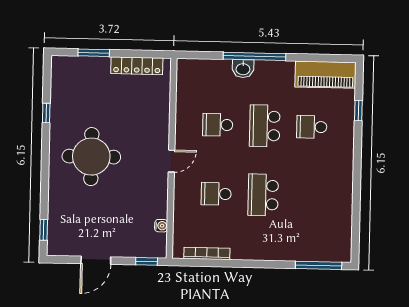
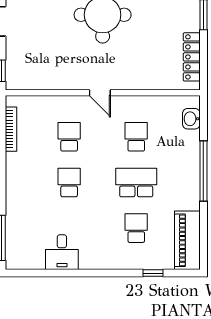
washbasin: (243, 69) -> (191, 119), moved
school desk: (263, 195) -> (69, 182), width x0.54
desk: (335, 204) -> (62, 252), added
water cooler: (161, 226) -> (37, 84), removed

